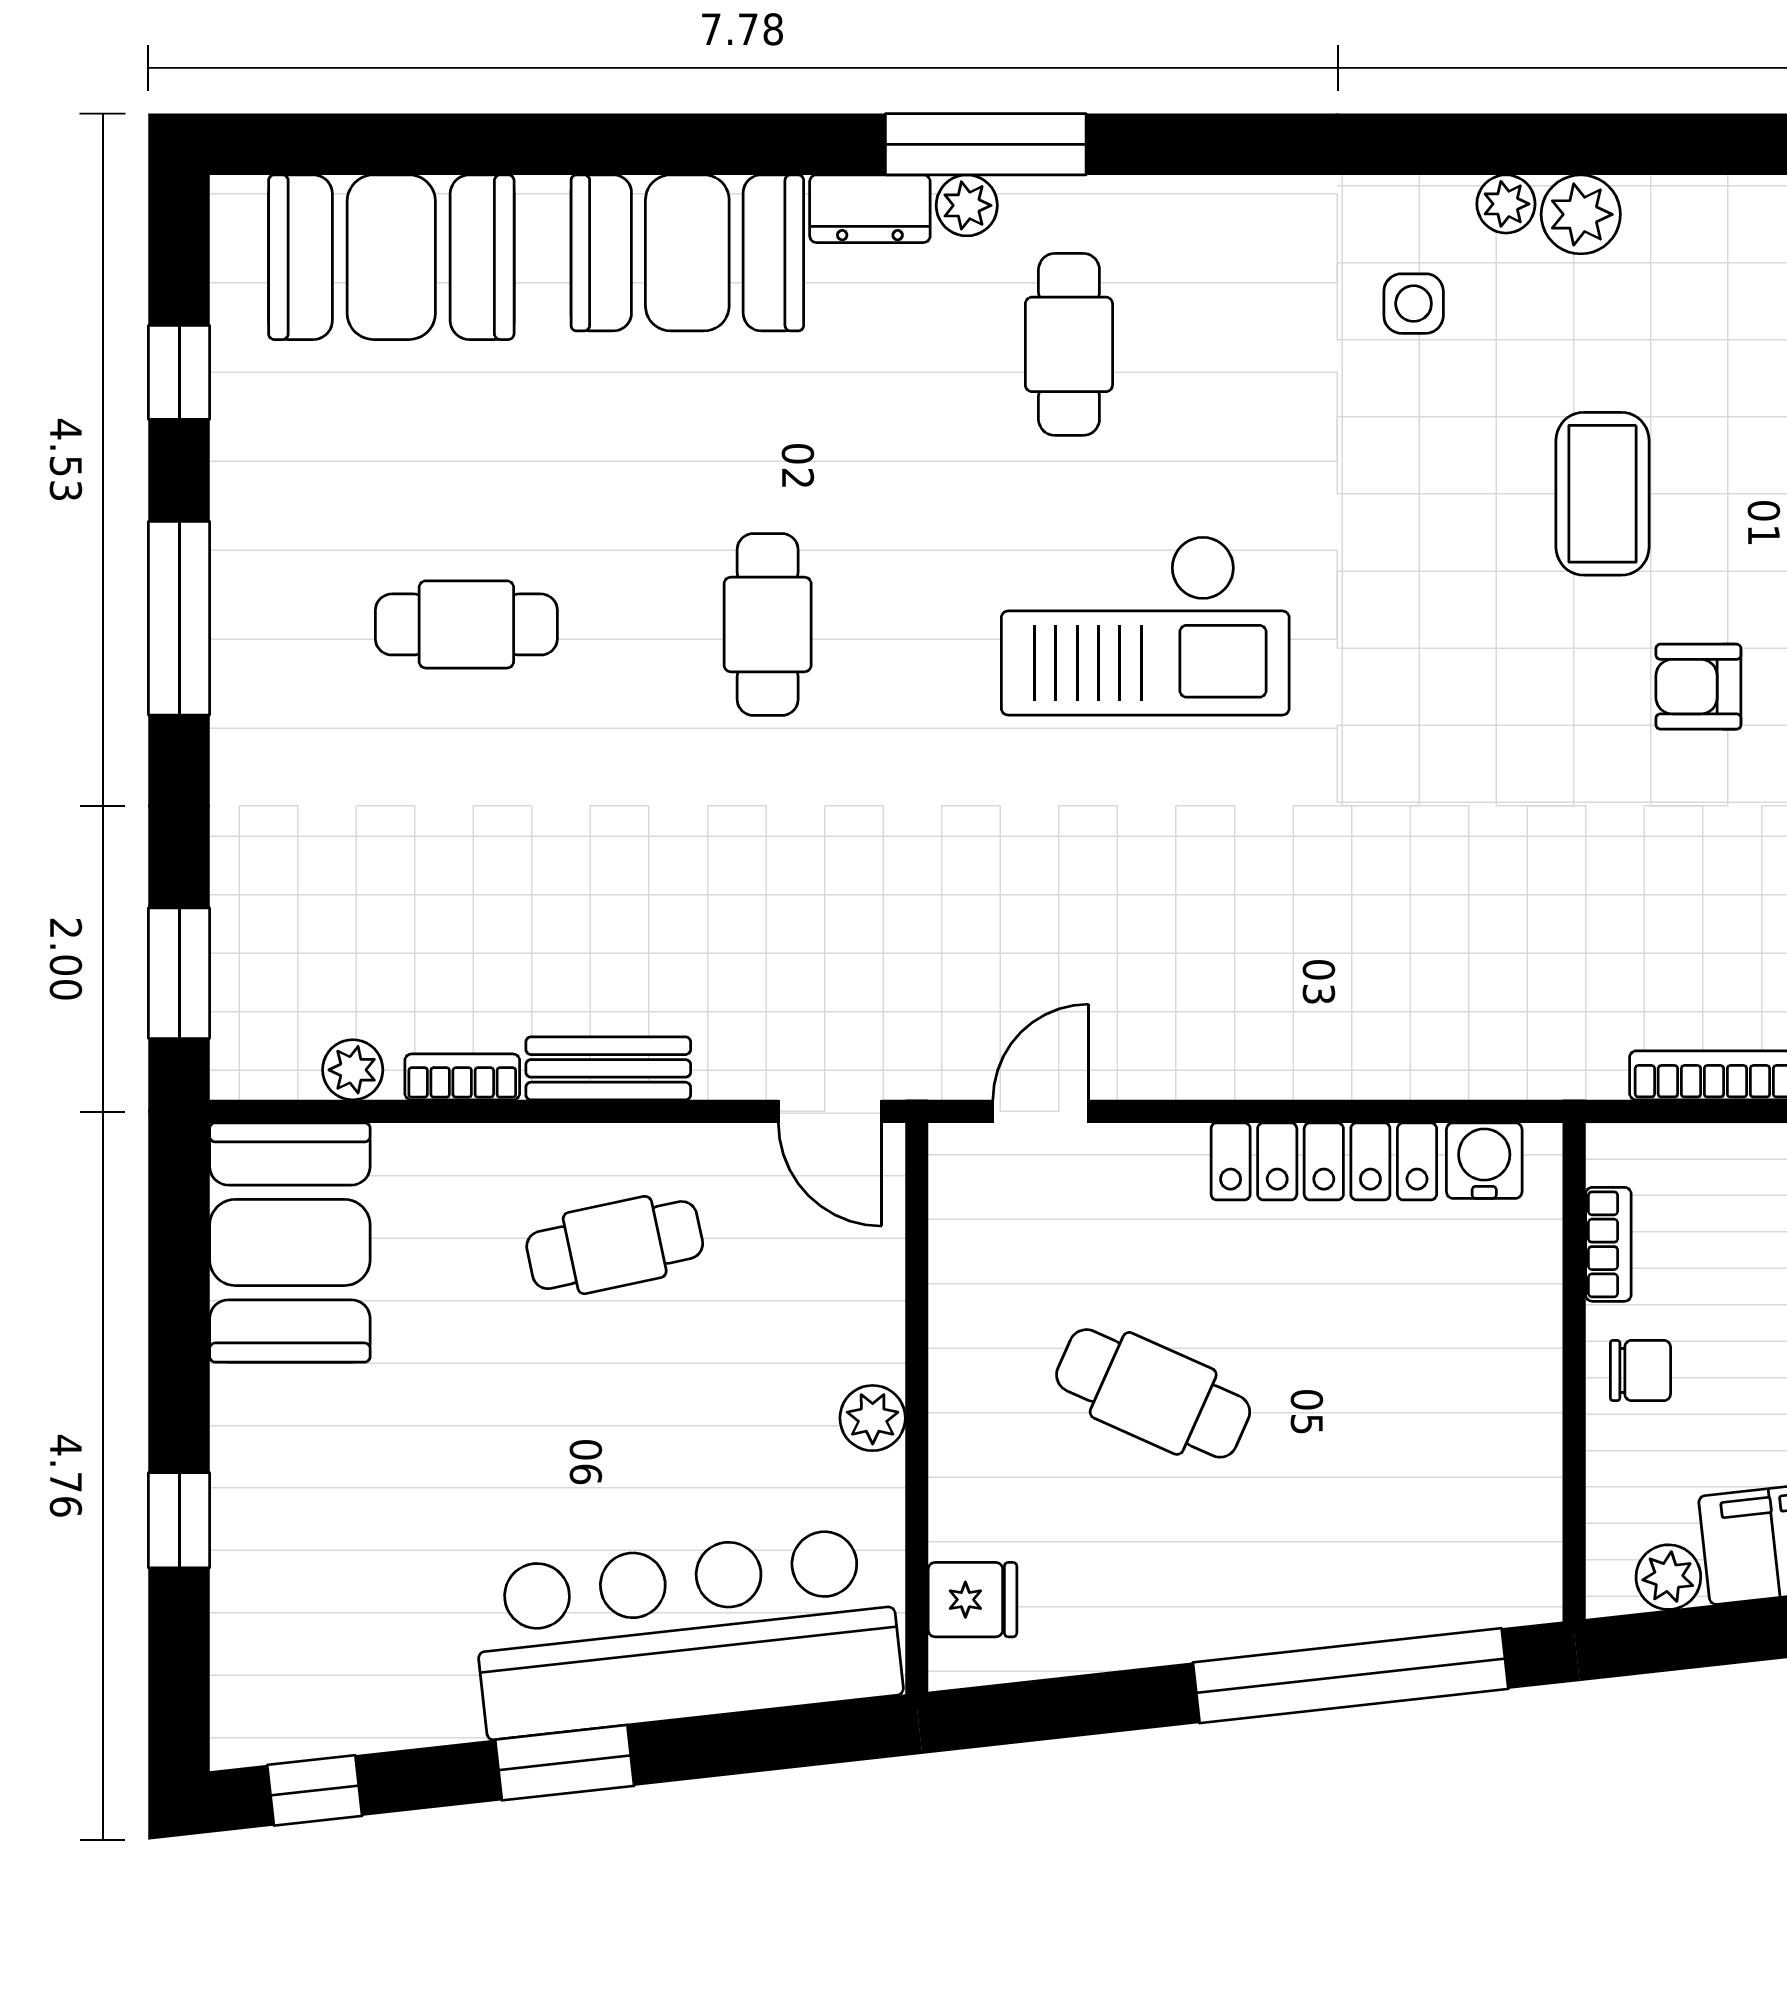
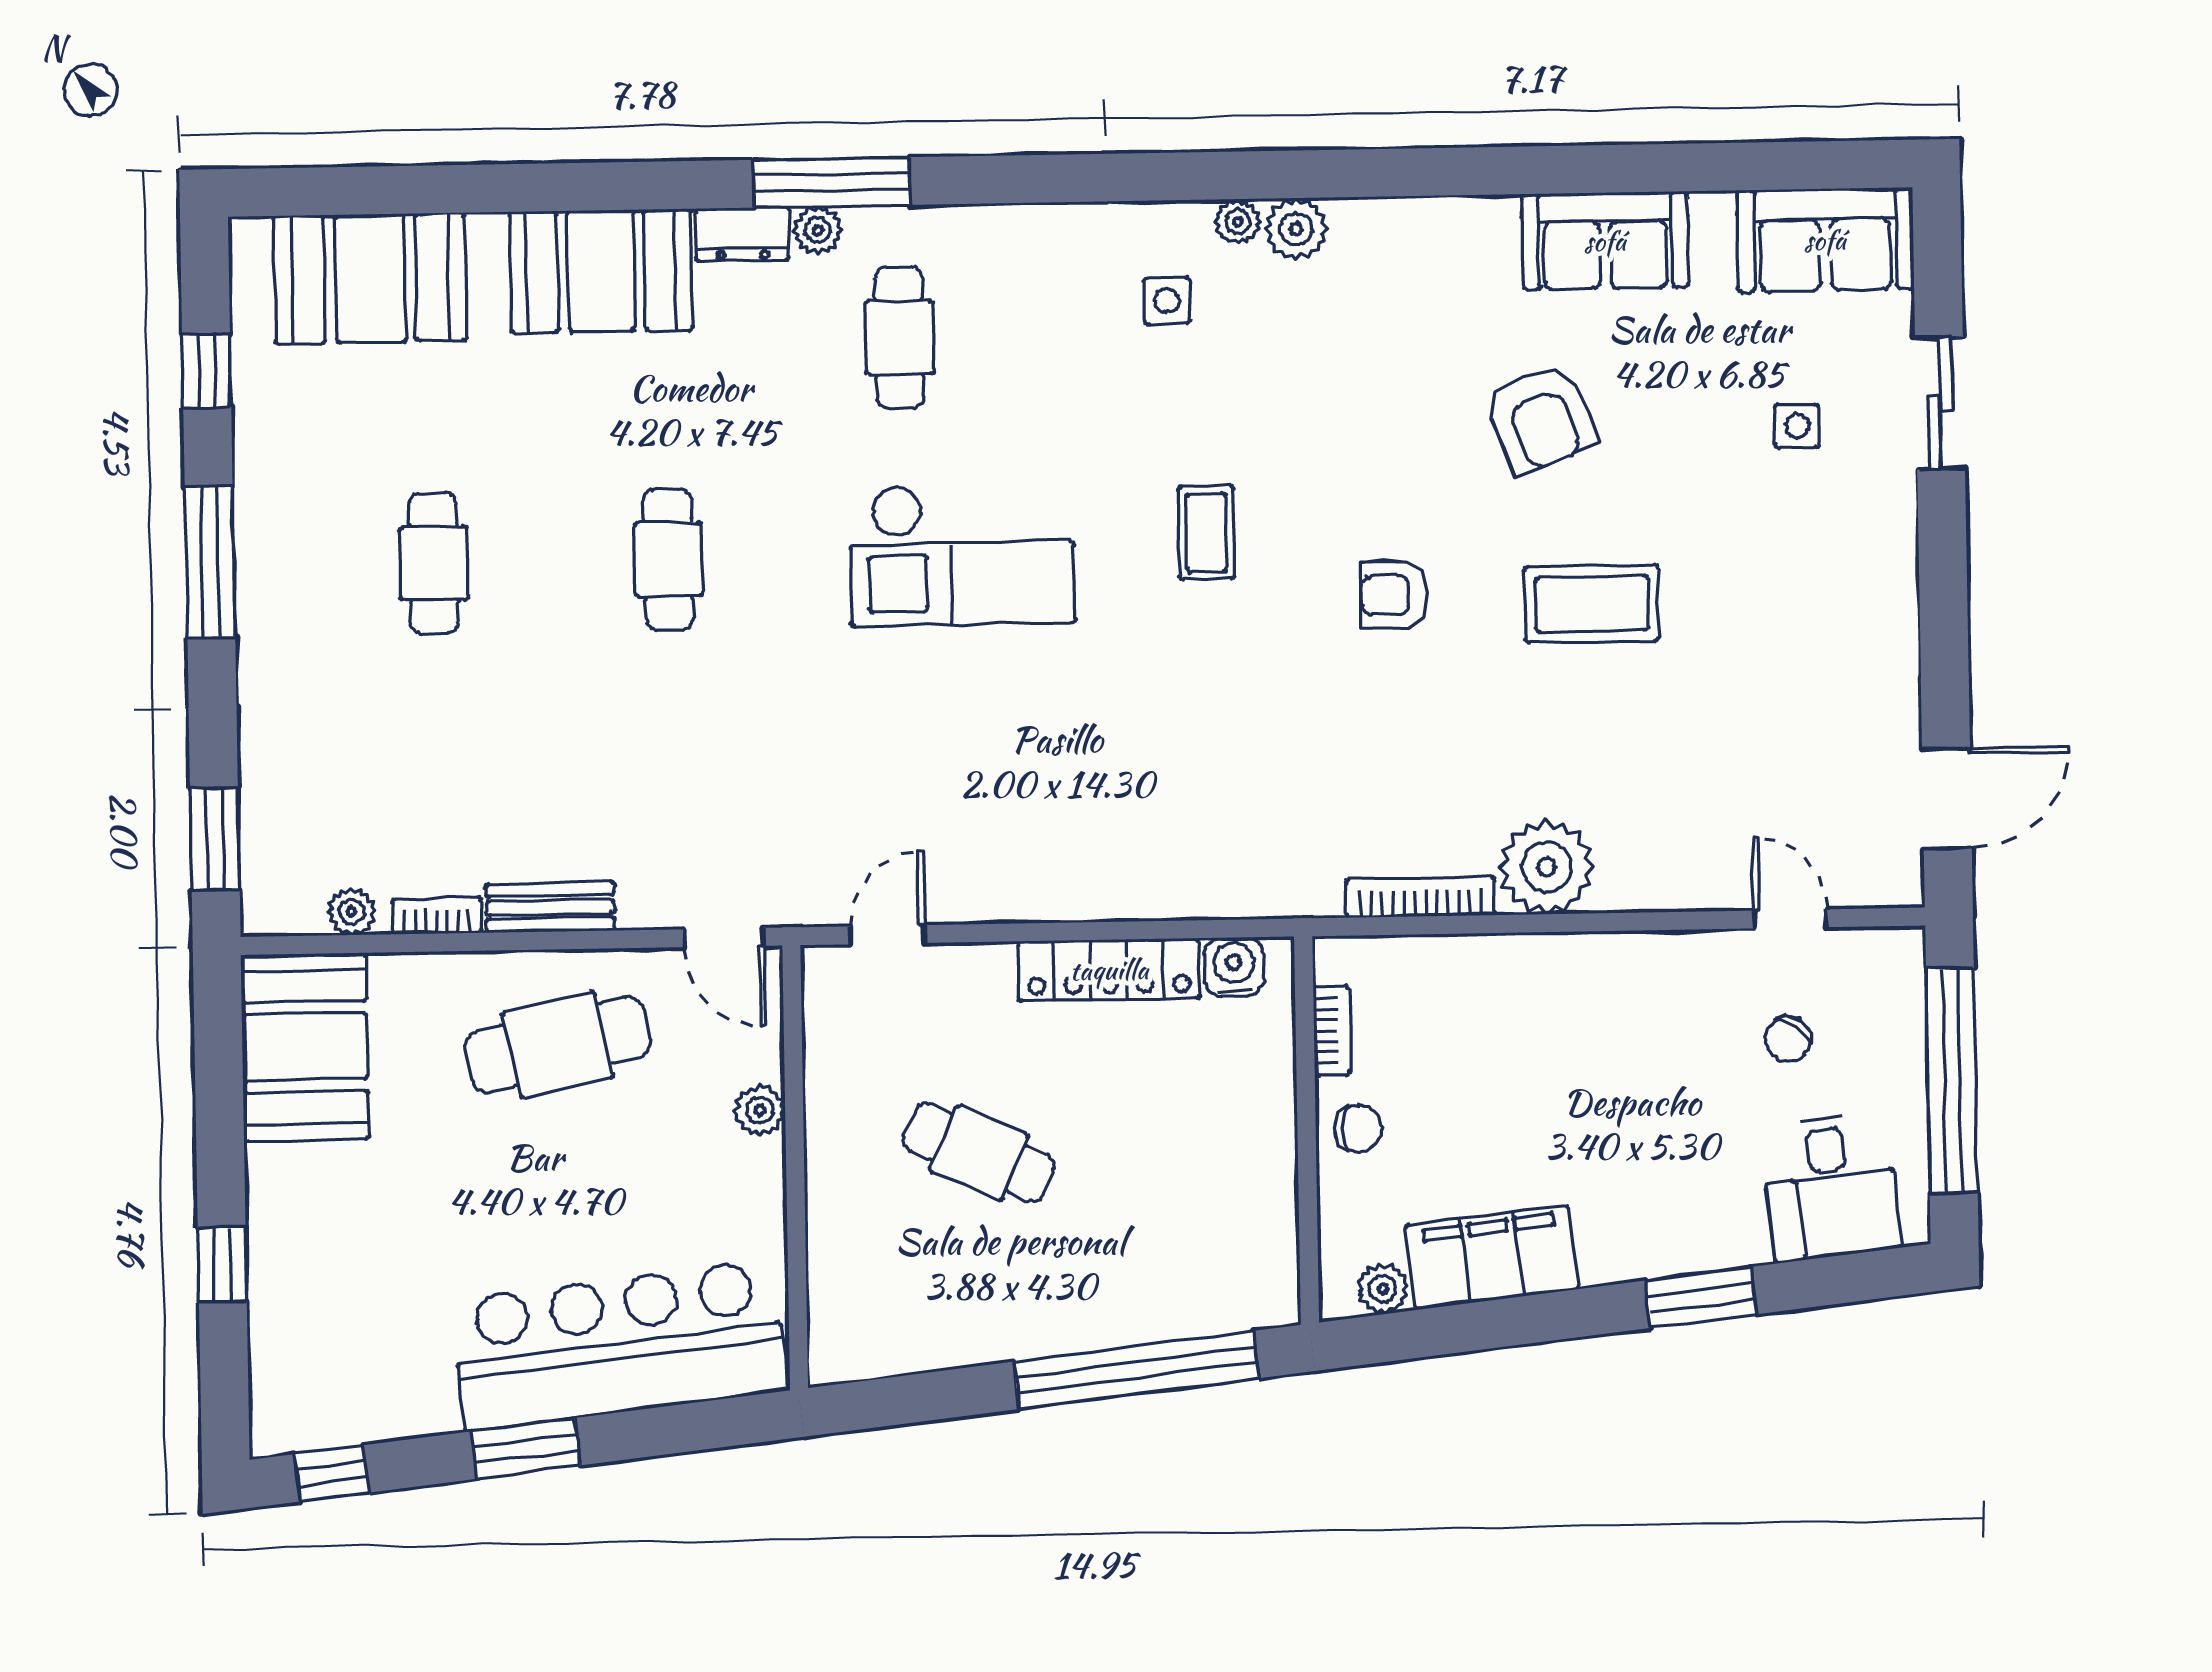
coffee table: (1603, 494) -> (1206, 533), moved, width x0.73, depth x0.77
cafe table: (466, 624) -> (434, 563), turned 90
cafe table: (615, 1245) -> (558, 1045), width x1.37, depth x1.35
plant: (873, 1418) -> (760, 1110), moved
fridge: (972, 1600) -> (841, 1316), removed

